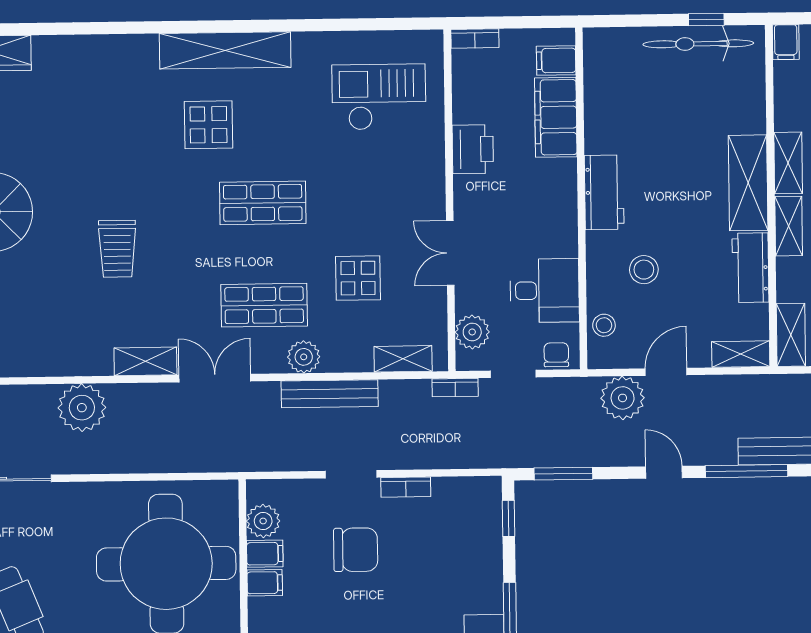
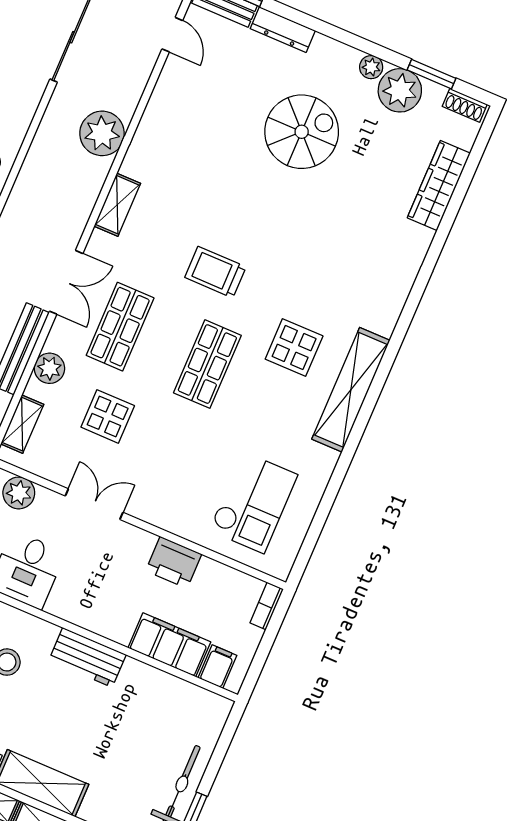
trolley: (117, 249) -> (215, 272), moved
plant: (304, 357) -> (49, 368), moved
double door: (215, 378) -> (66, 282), moved

